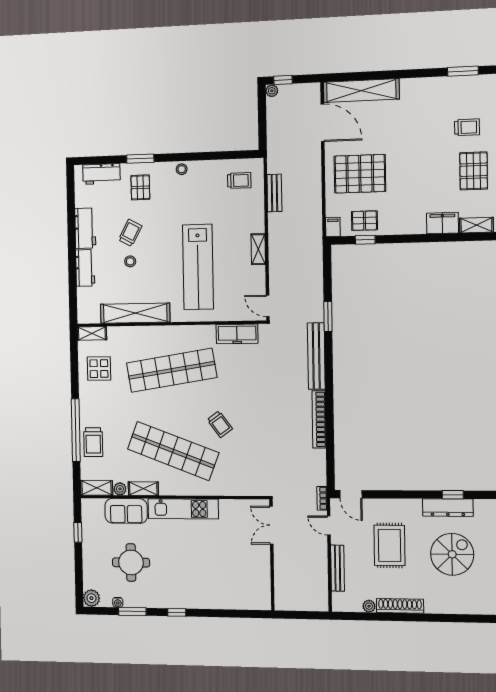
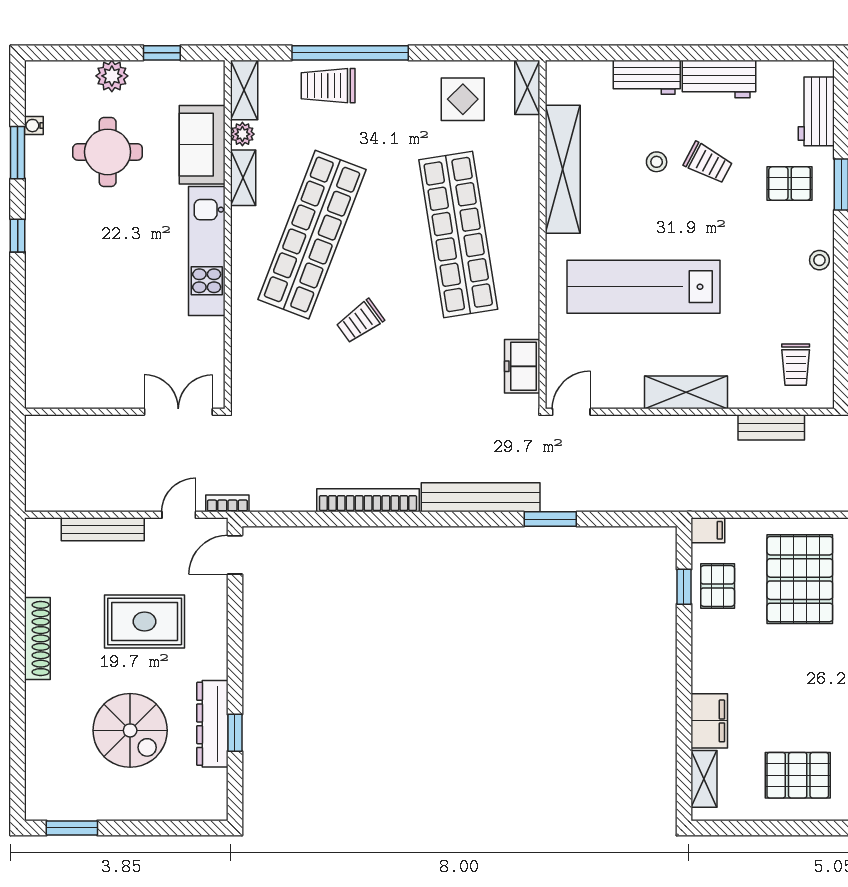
shelving: (258, 249) -> (686, 392), width x1.50, depth x1.33
freezer: (237, 334) -> (522, 366), width x0.71
plant: (91, 598) -> (112, 76), moved
plant: (369, 606) -> (36, 584), removed

